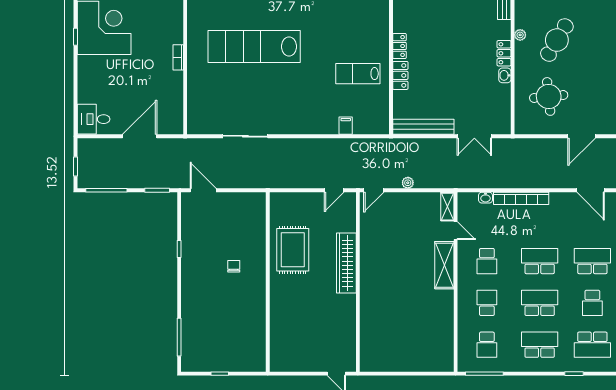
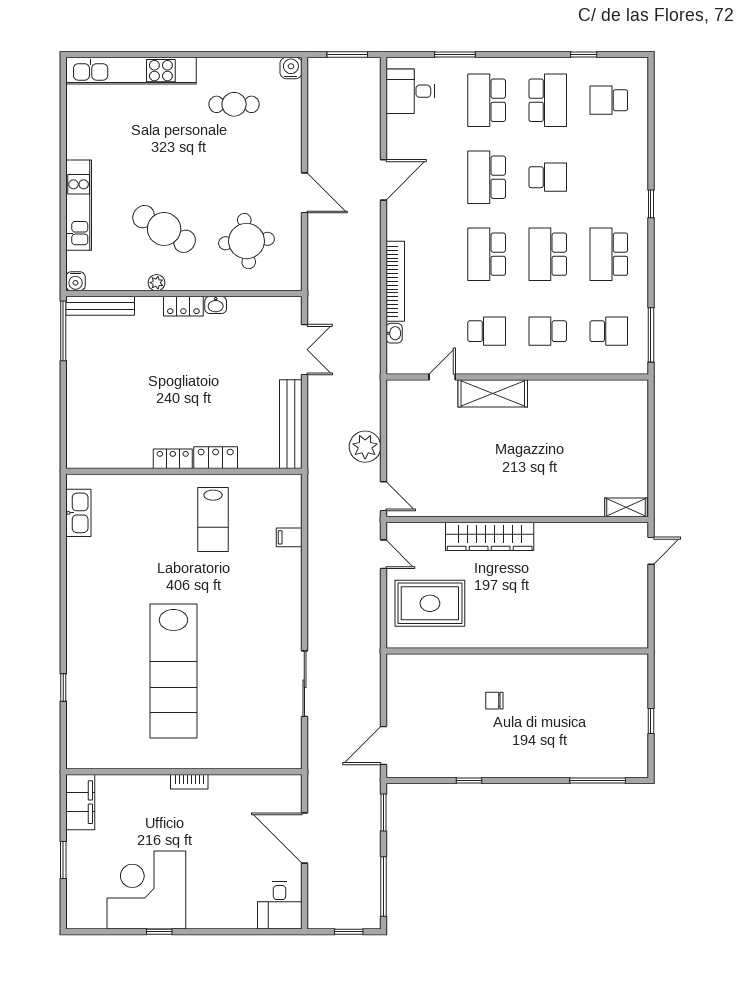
plant: (408, 183) -> (365, 447), width x1.88, depth x1.88
shelving: (447, 207) -> (626, 507), moved
rug: (293, 250) -> (430, 603), moved
school desk: (592, 345) -> (609, 177), removed

